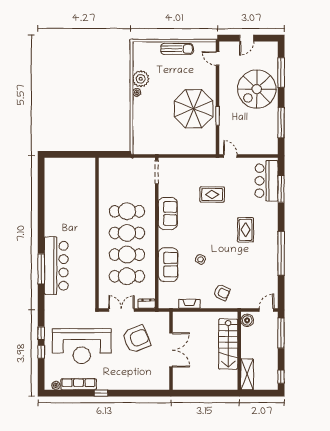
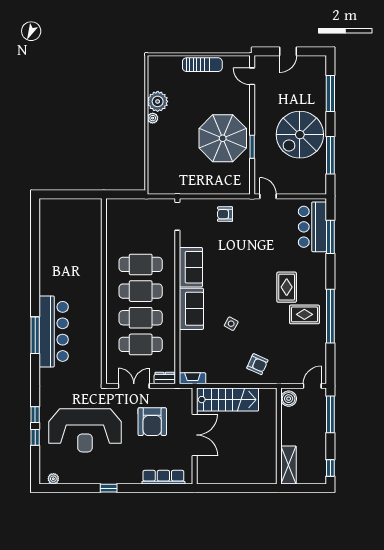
spiral stairs: (257, 89) -> (300, 135), moved
armchair: (196, 170) -> (225, 214), added
rug: (212, 195) -> (304, 314), moved
sofa: (168, 265) -> (191, 309), moved
fireplace: (189, 304) -> (193, 378), moved
armchair: (136, 339) -> (152, 422), turned 112
stairs: (228, 344) -> (228, 400), moved, turned -90
row of seats: (79, 384) -> (163, 477), moved

